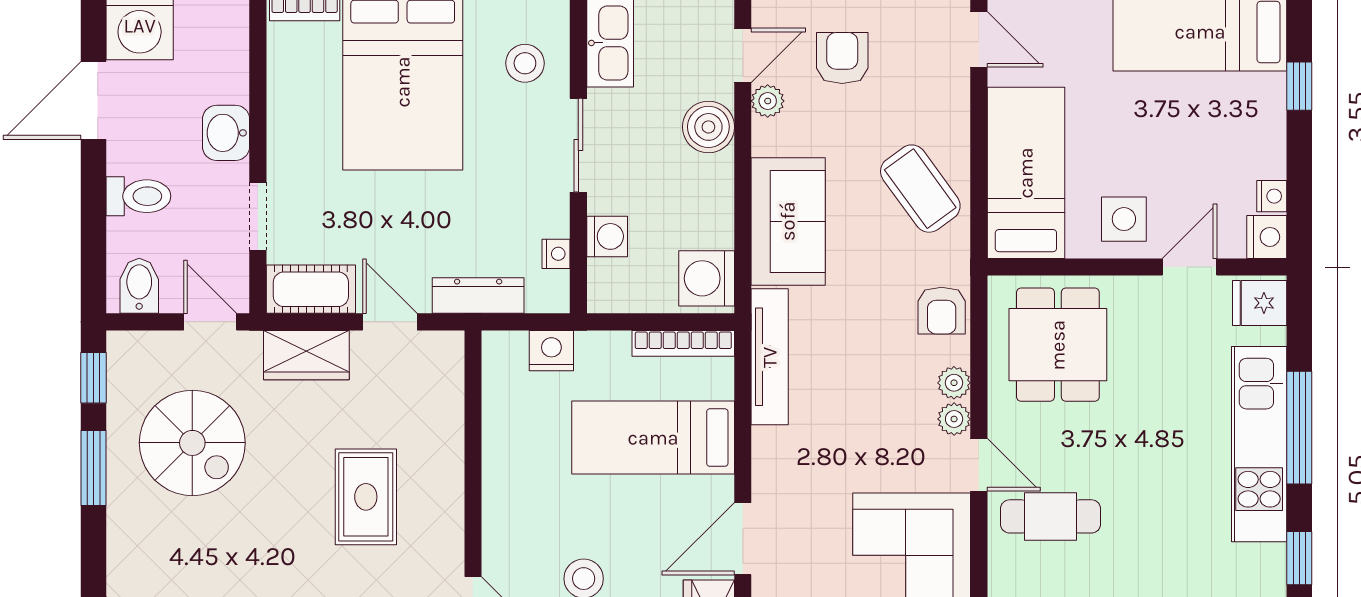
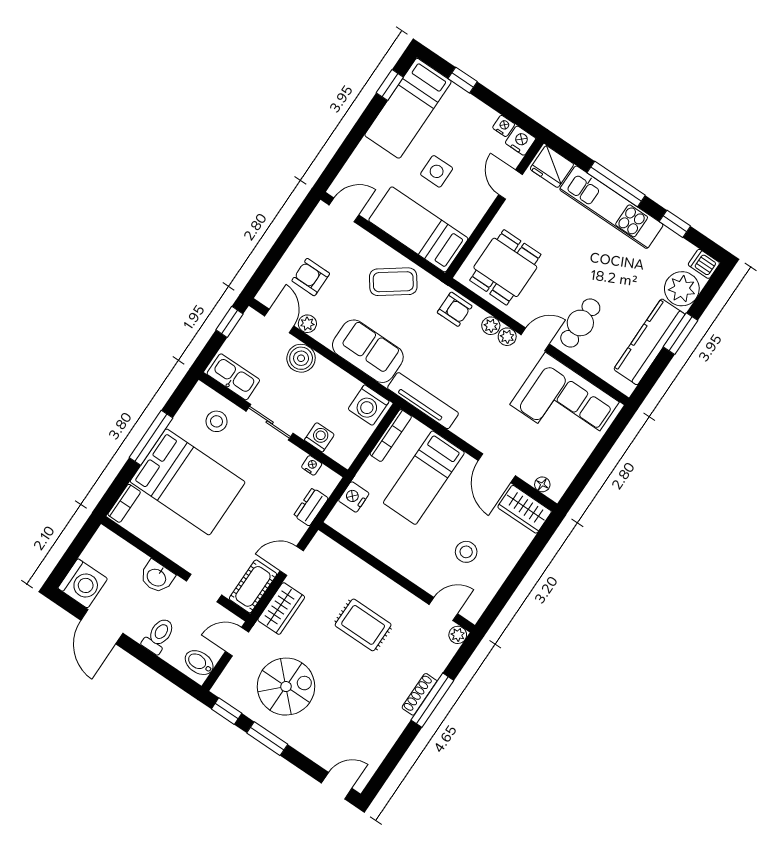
side table: (1124, 219) -> (437, 171), moved
dresser: (478, 296) -> (311, 507), width x0.70
fridge: (1260, 303) -> (552, 167), width x1.38
dining table: (1058, 345) -> (505, 267), turned 90

